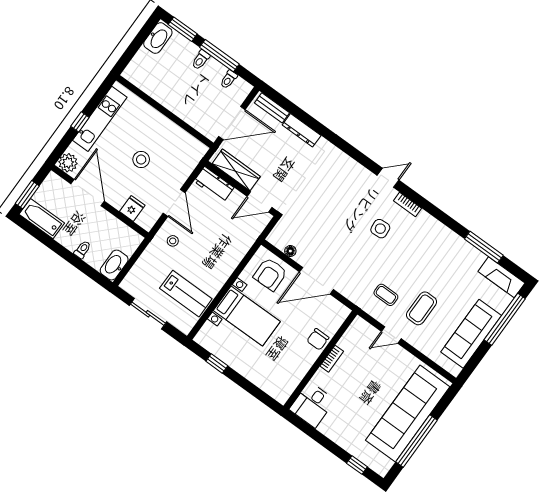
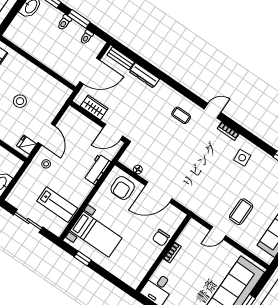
window: (219, 56) -> (79, 19), width x0.69
wardrobe: (236, 170) -> (94, 107), width x0.67
workbench: (214, 184) -> (97, 169), moved, turned 90
fridge: (132, 208) -> (27, 145), moved, turned -90
side table: (380, 229) -> (242, 158), moved
coffee table: (386, 295) -> (181, 115), moved
bed with nightstands: (247, 316) -> (96, 234), moved

